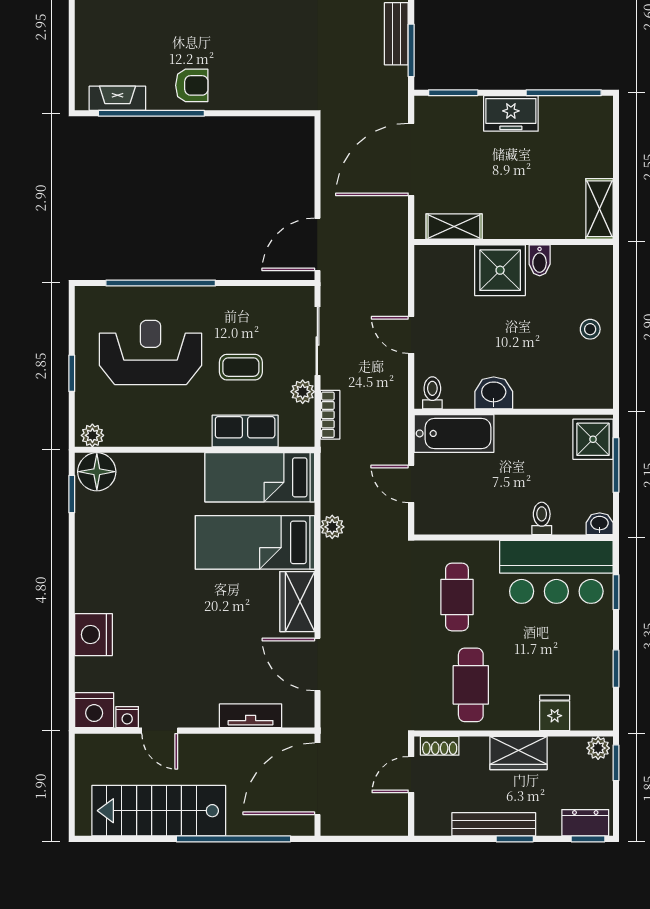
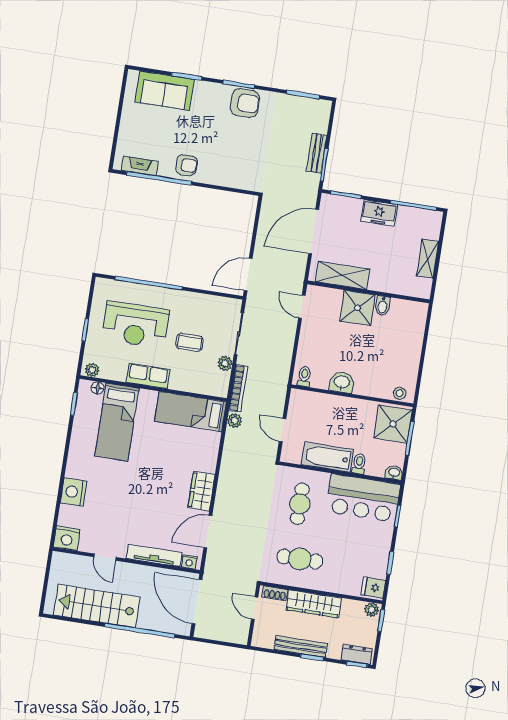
shelving: (599, 209) -> (427, 259), moved
shelving: (454, 226) -> (342, 275), width x1.50, depth x1.33
stool: (590, 329) -> (400, 393), moved
door: (411, 335) -> (302, 307), moved
reception desk: (151, 353) -> (136, 325), turned 180
bookcase: (330, 415) -> (238, 388), width x1.56
row of seats: (245, 431) -> (148, 376), moved
bathtub: (454, 433) -> (327, 457), moved, turned 180
shower: (593, 439) -> (393, 424), width x1.36, depth x1.36
floor lamp: (97, 472) -> (98, 388), width x0.53, depth x0.53
plant: (332, 527) -> (235, 421), moved
bed: (255, 542) -> (117, 422), moved, turned -90
door: (317, 664) -> (208, 532), hinge flipped
cafe table: (471, 685) -> (300, 559), turned 90
fridge: (555, 713) -> (373, 588), moved, turned -90
tv unit: (251, 716) -> (154, 556), width x1.41
nightstand: (127, 717) -> (189, 562), moved
wardrobe: (518, 753) -> (314, 604), width x1.50
door: (411, 775) -> (255, 608), hinge flipped
door: (317, 779) -> (197, 602), hinge flipped

